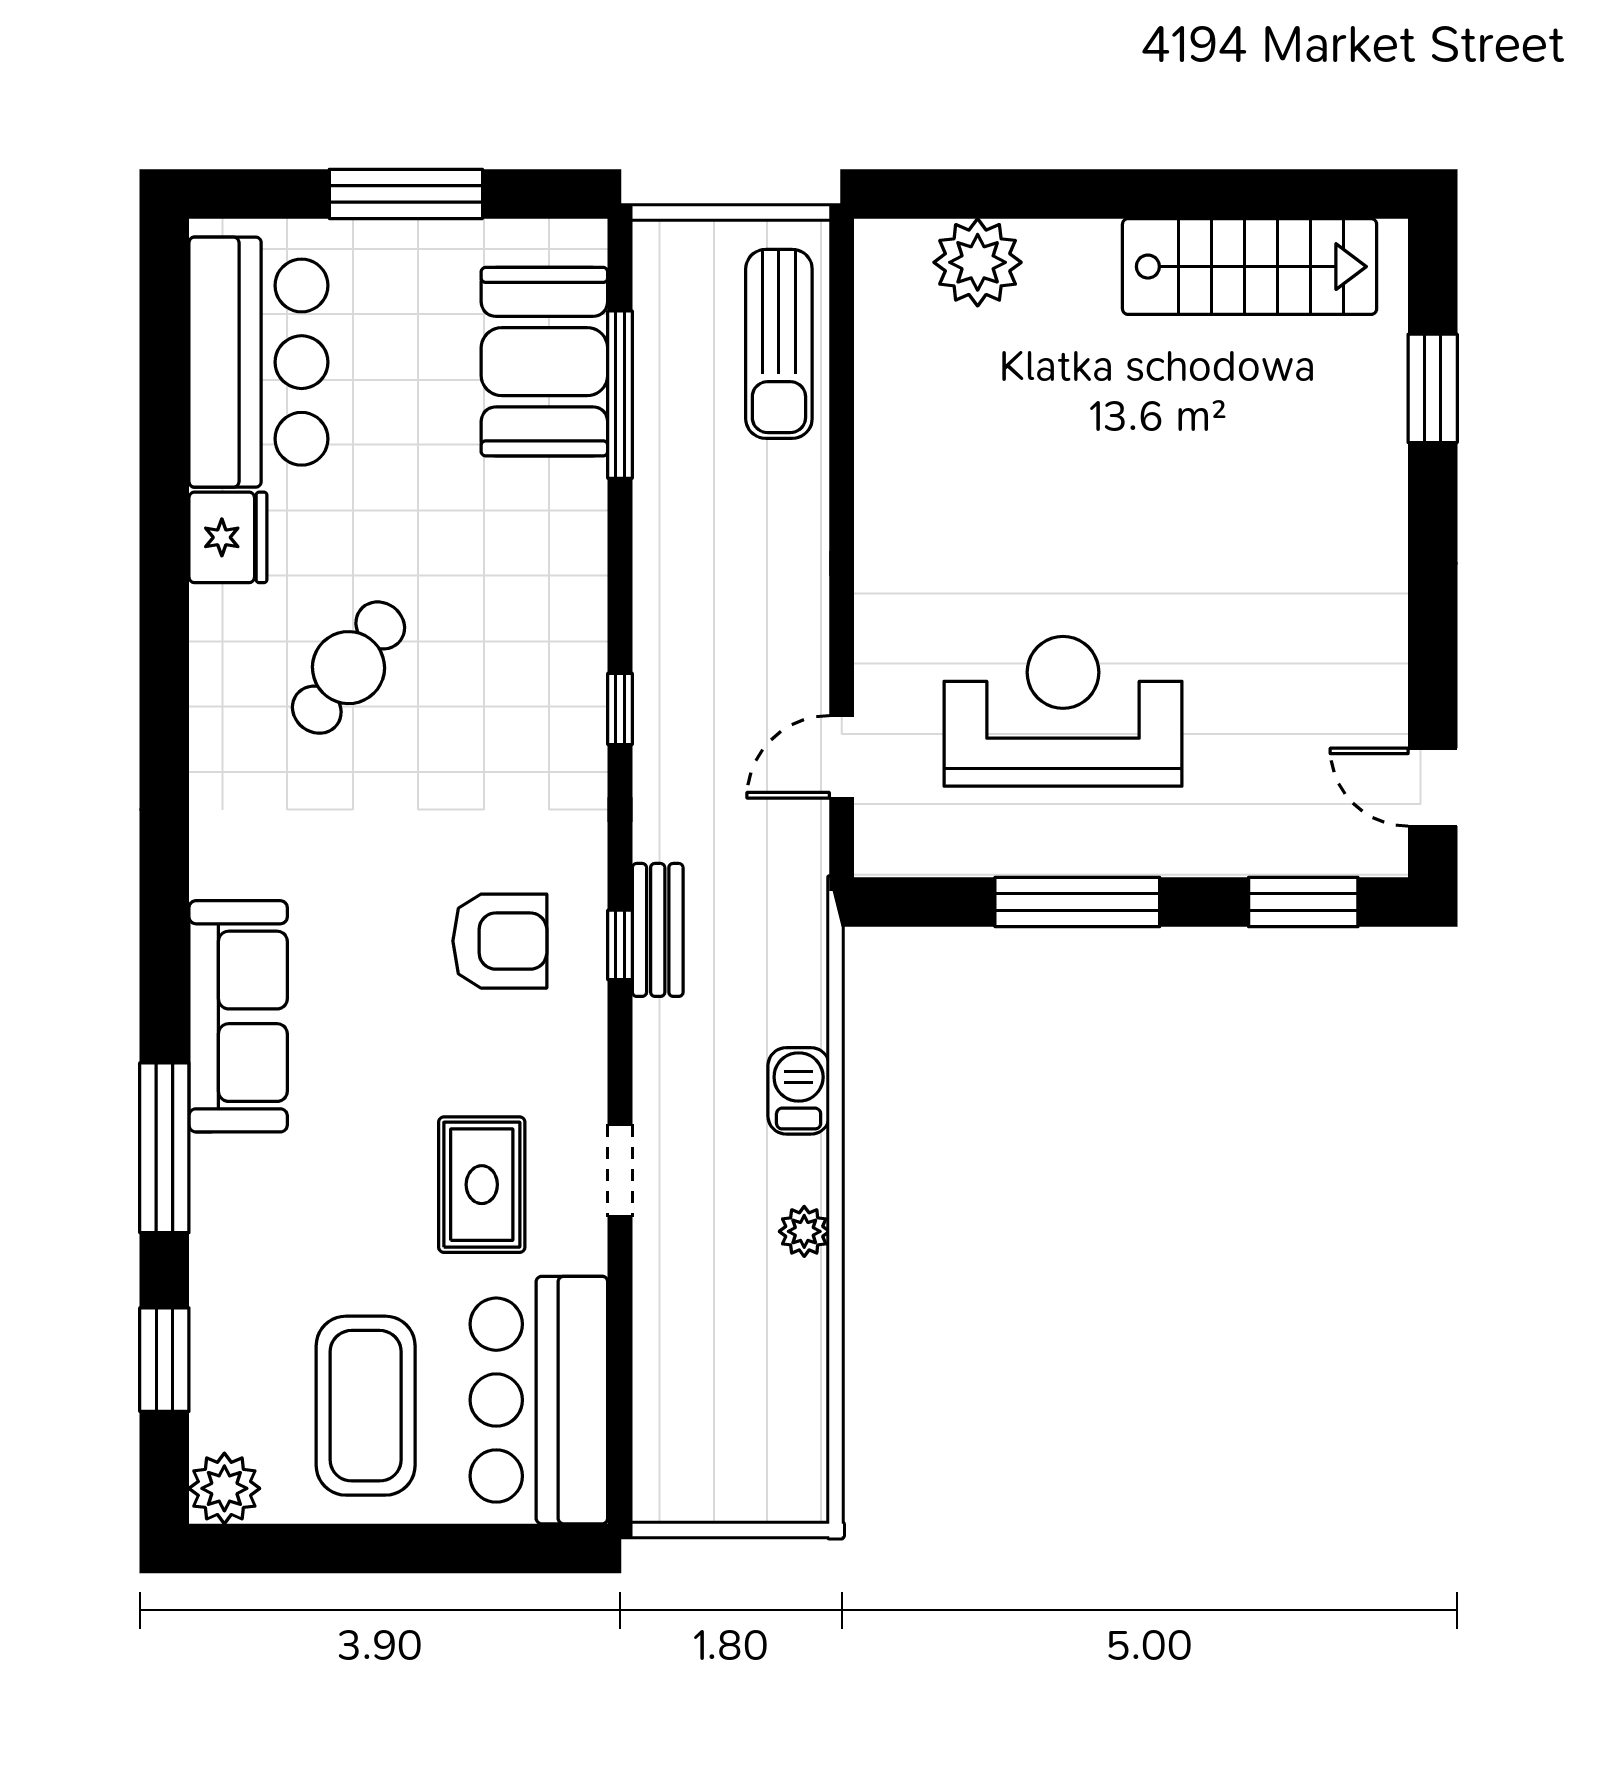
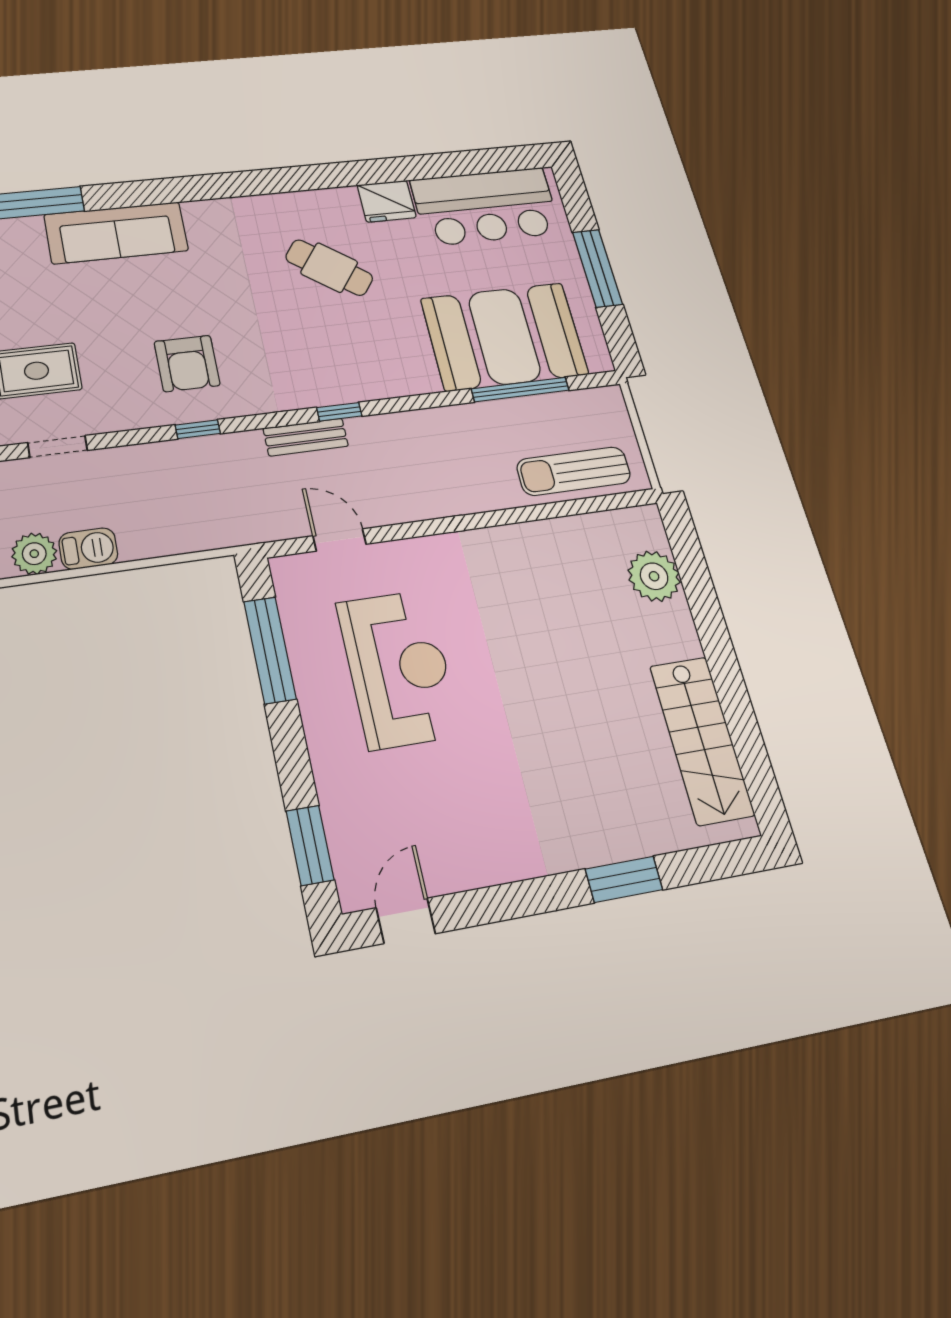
booth: (544, 362) -> (504, 336), width x1.36, depth x1.42
window: (1433, 388) -> (624, 879), moved
window: (1077, 902) -> (270, 650), moved
bench: (658, 930) -> (306, 437), moved
barbecue: (799, 1091) -> (88, 549), moved
plant: (804, 1231) -> (34, 554), width x1.38, depth x1.38

